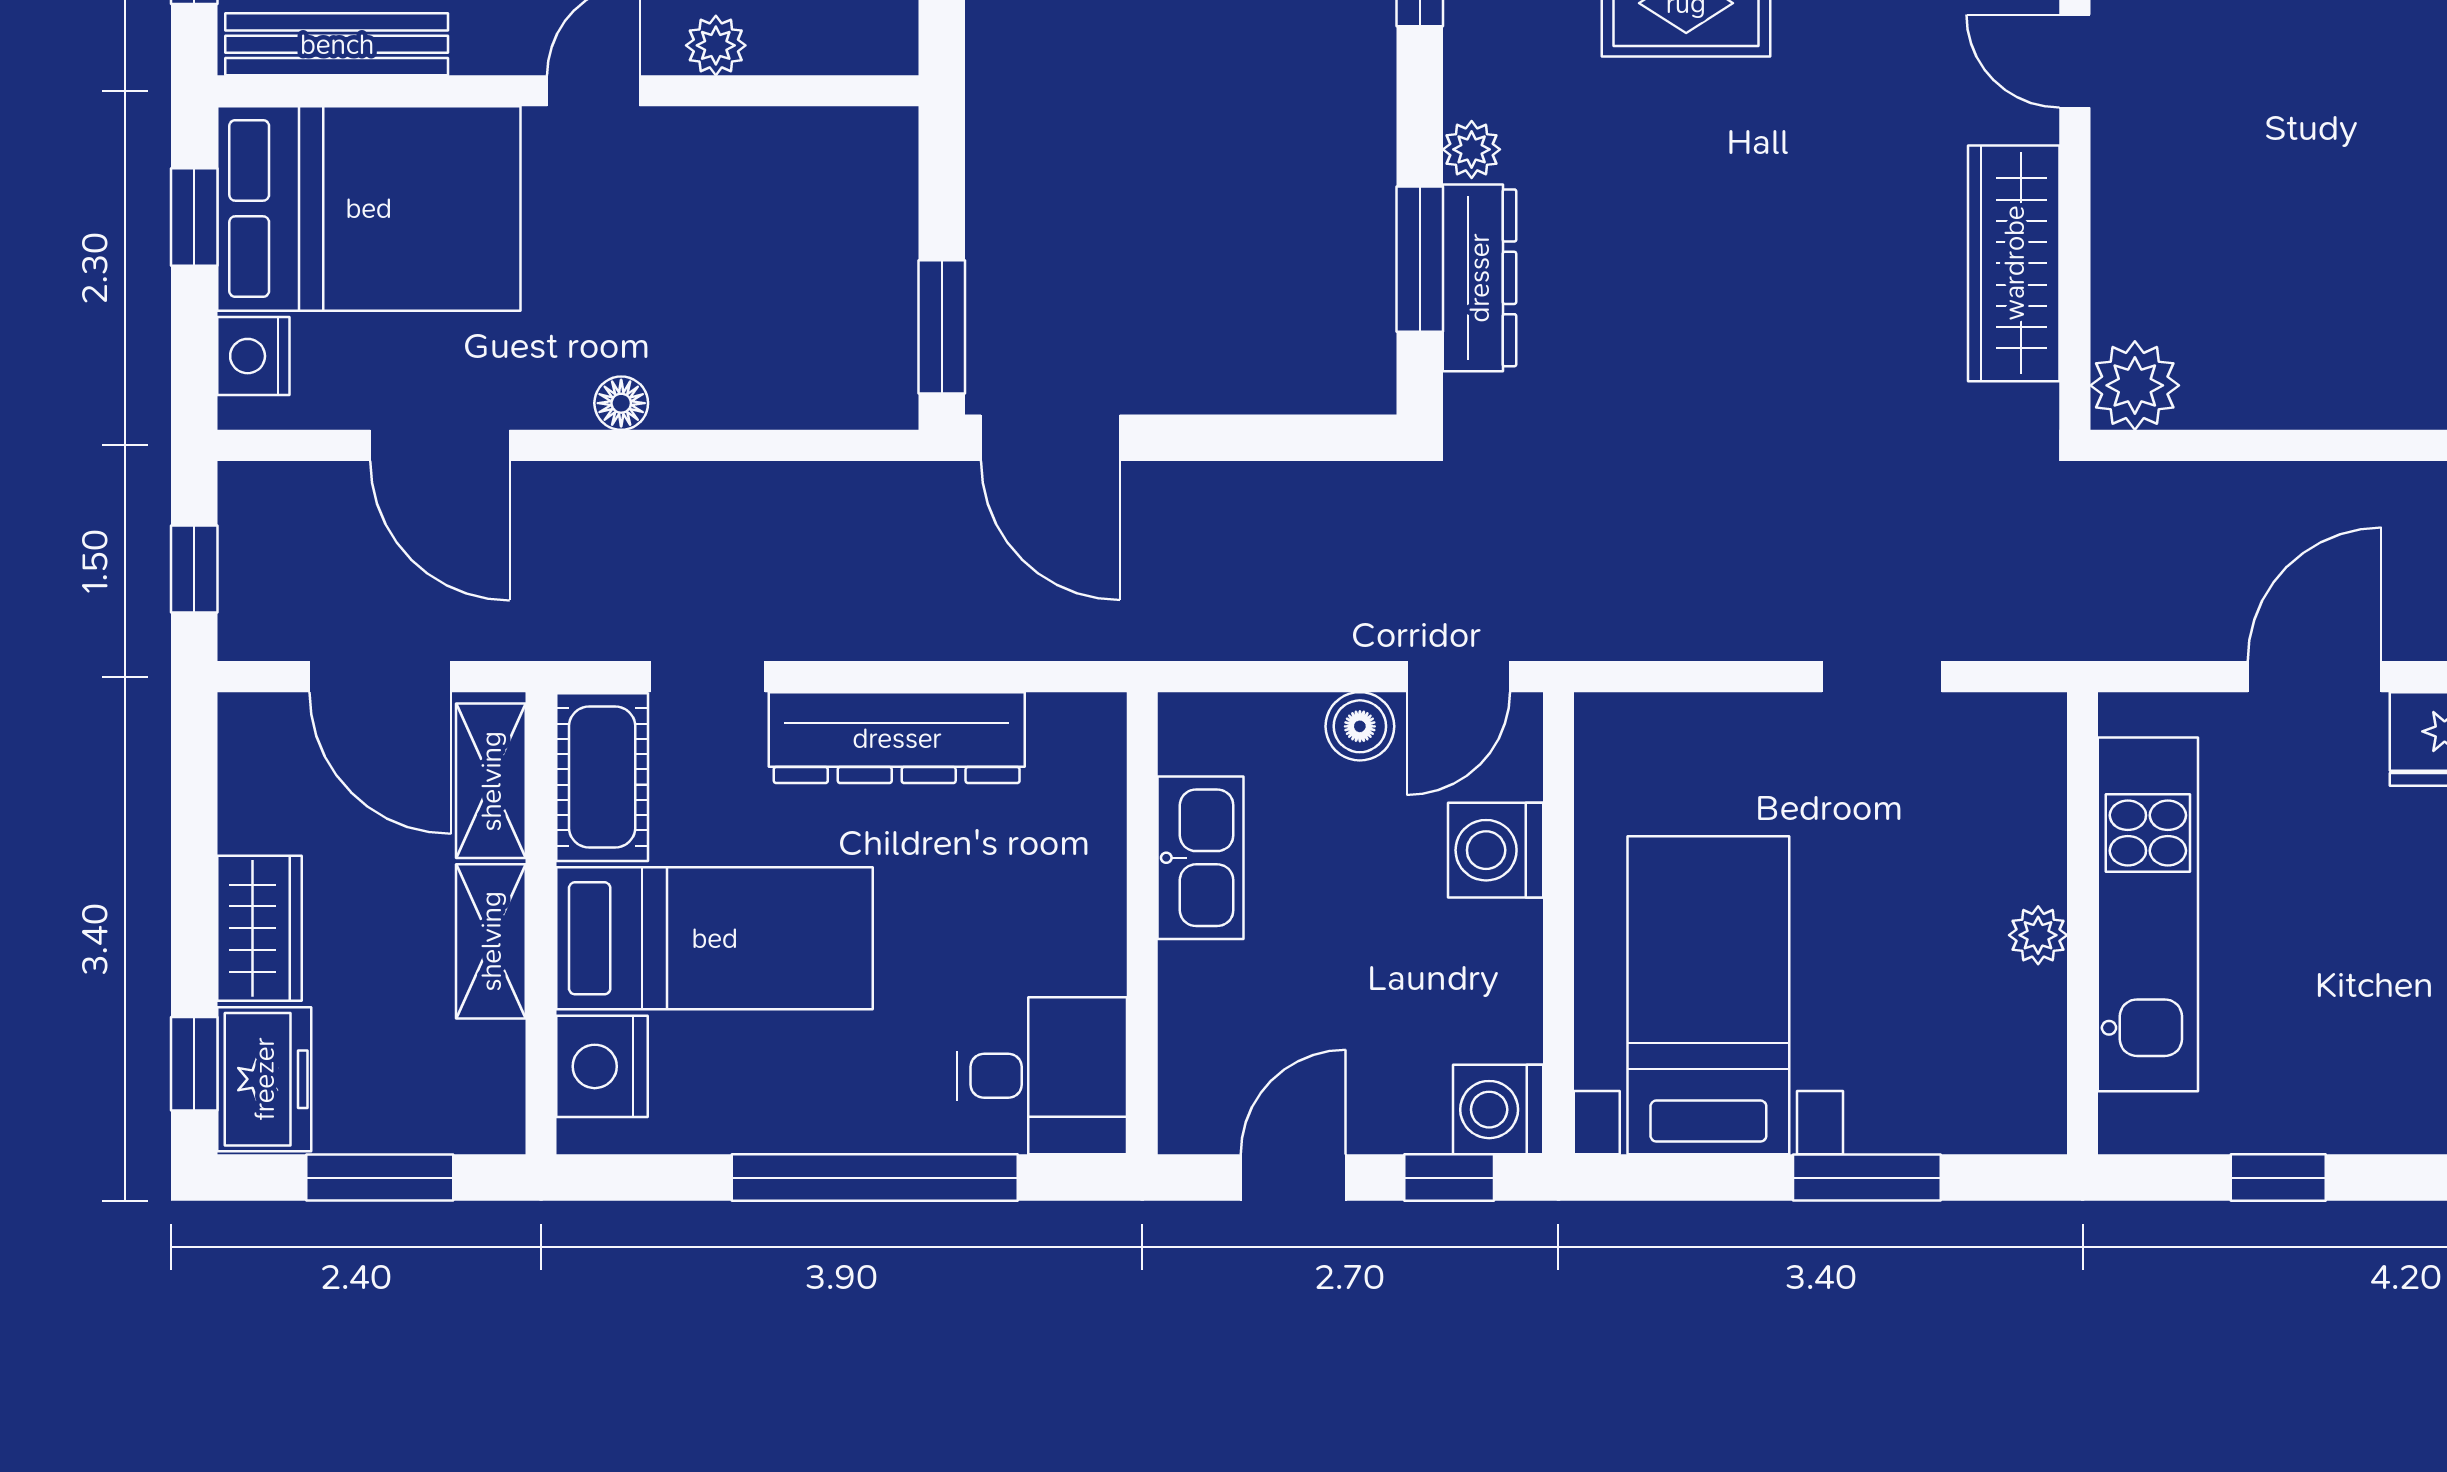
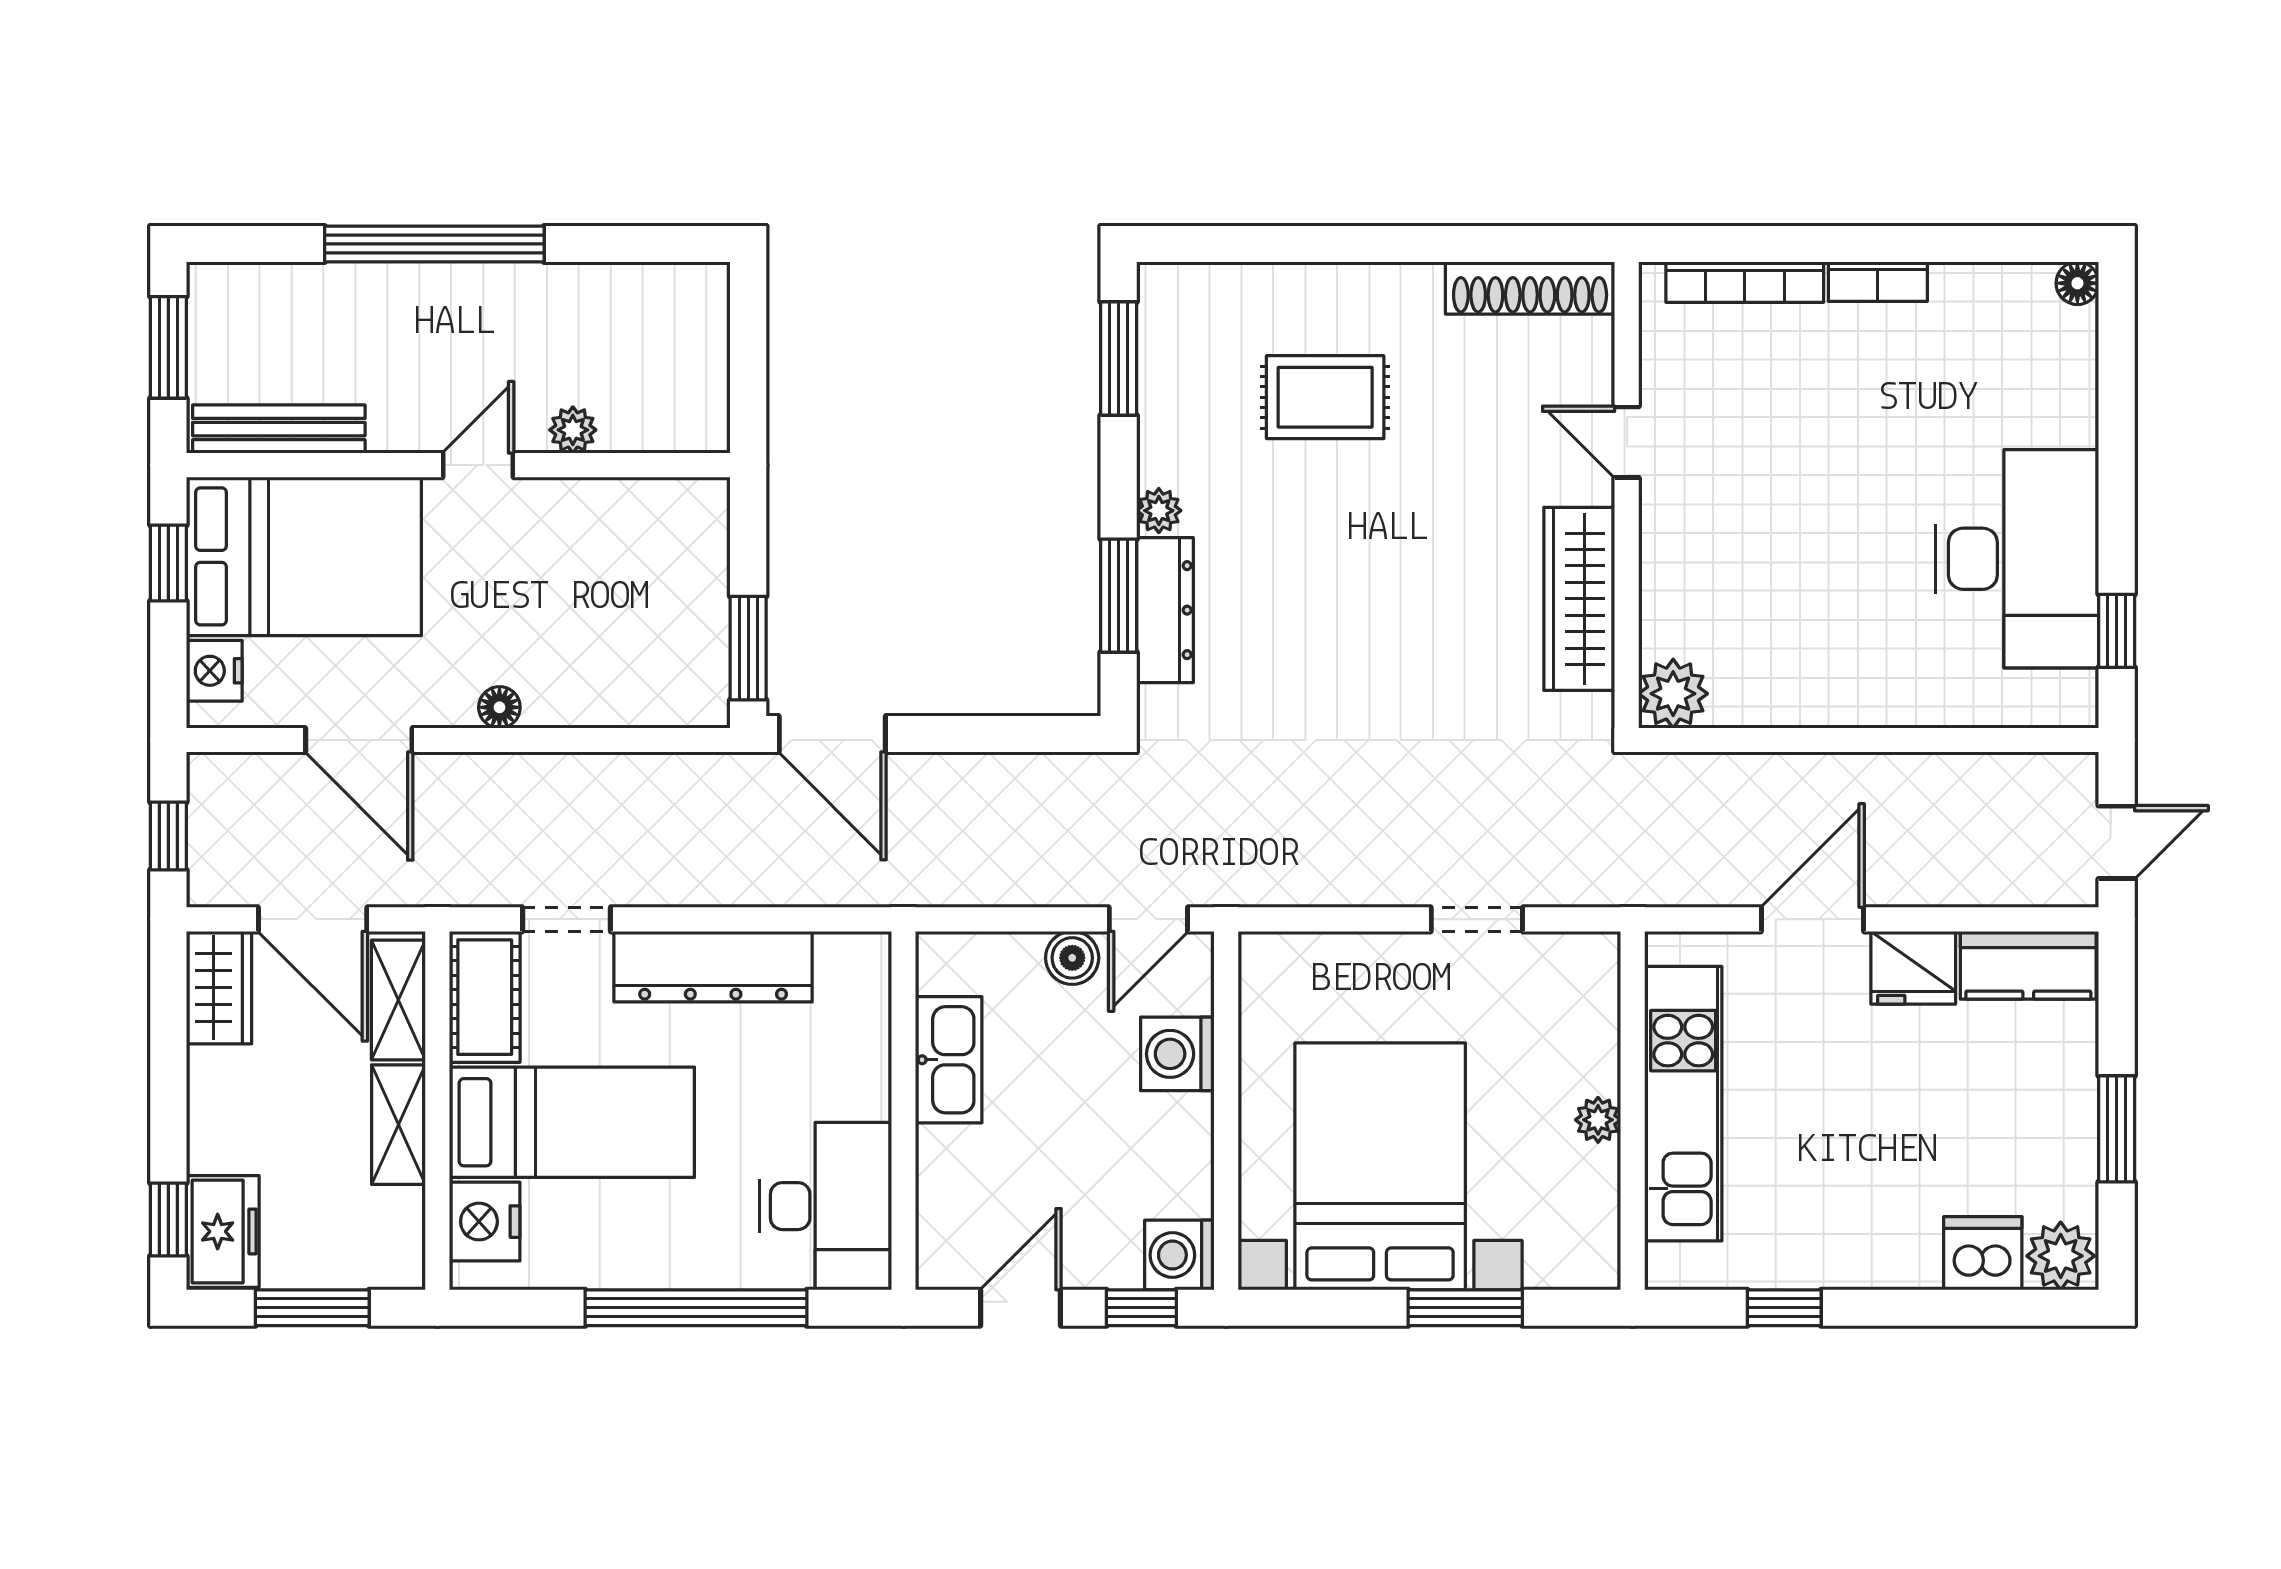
wardrobe: (259, 928) -> (219, 988), moved
bed with nightstands: (1708, 995) -> (1380, 1166), width x1.36
desk: (1042, 1076) -> (826, 1206), width x1.37

